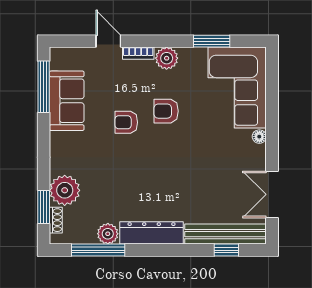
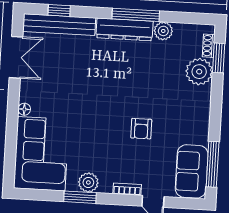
window: (212, 41) -> (80, 197), moved
plant: (167, 58) -> (88, 182), moved
sofa: (67, 101) -> (192, 171), moved
armchair: (166, 111) -> (105, 136), removed
armchair: (126, 122) -> (141, 129), turned 90
window: (98, 250) -> (136, 15), moved

